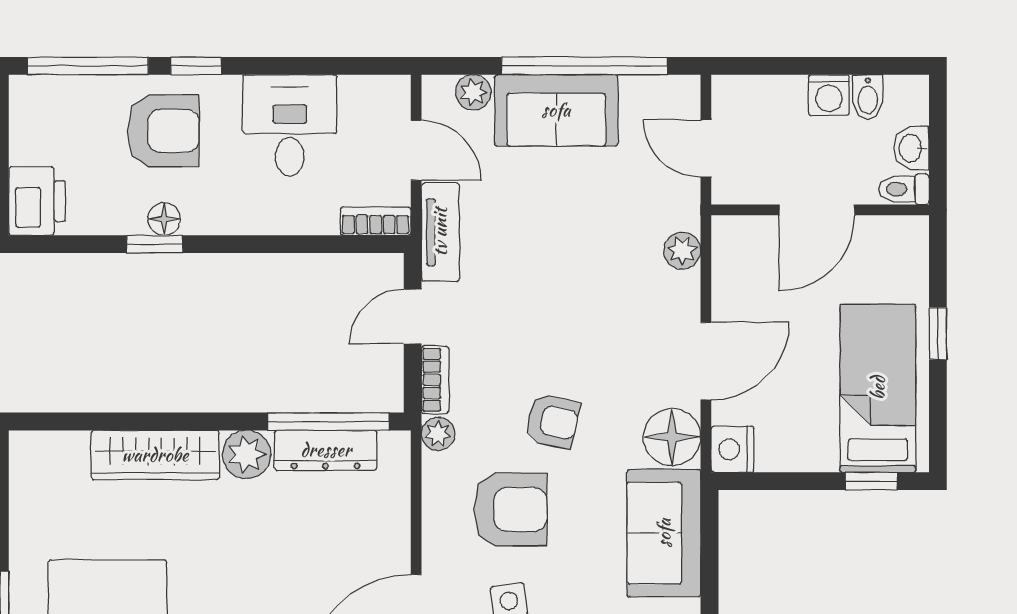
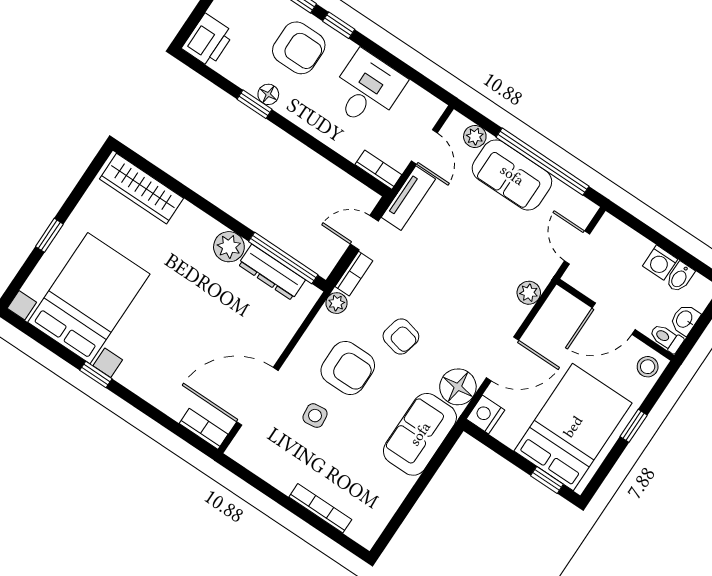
stool: (904, 243) -> (648, 367), added
bed: (878, 388) -> (573, 427), width x1.50
wardrobe: (155, 455) -> (142, 189), moved

